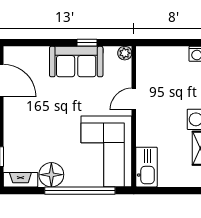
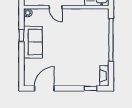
corner sofa: (106, 151) -> (87, 24), removed
floor lamp: (51, 175) -> (101, 57), removed

